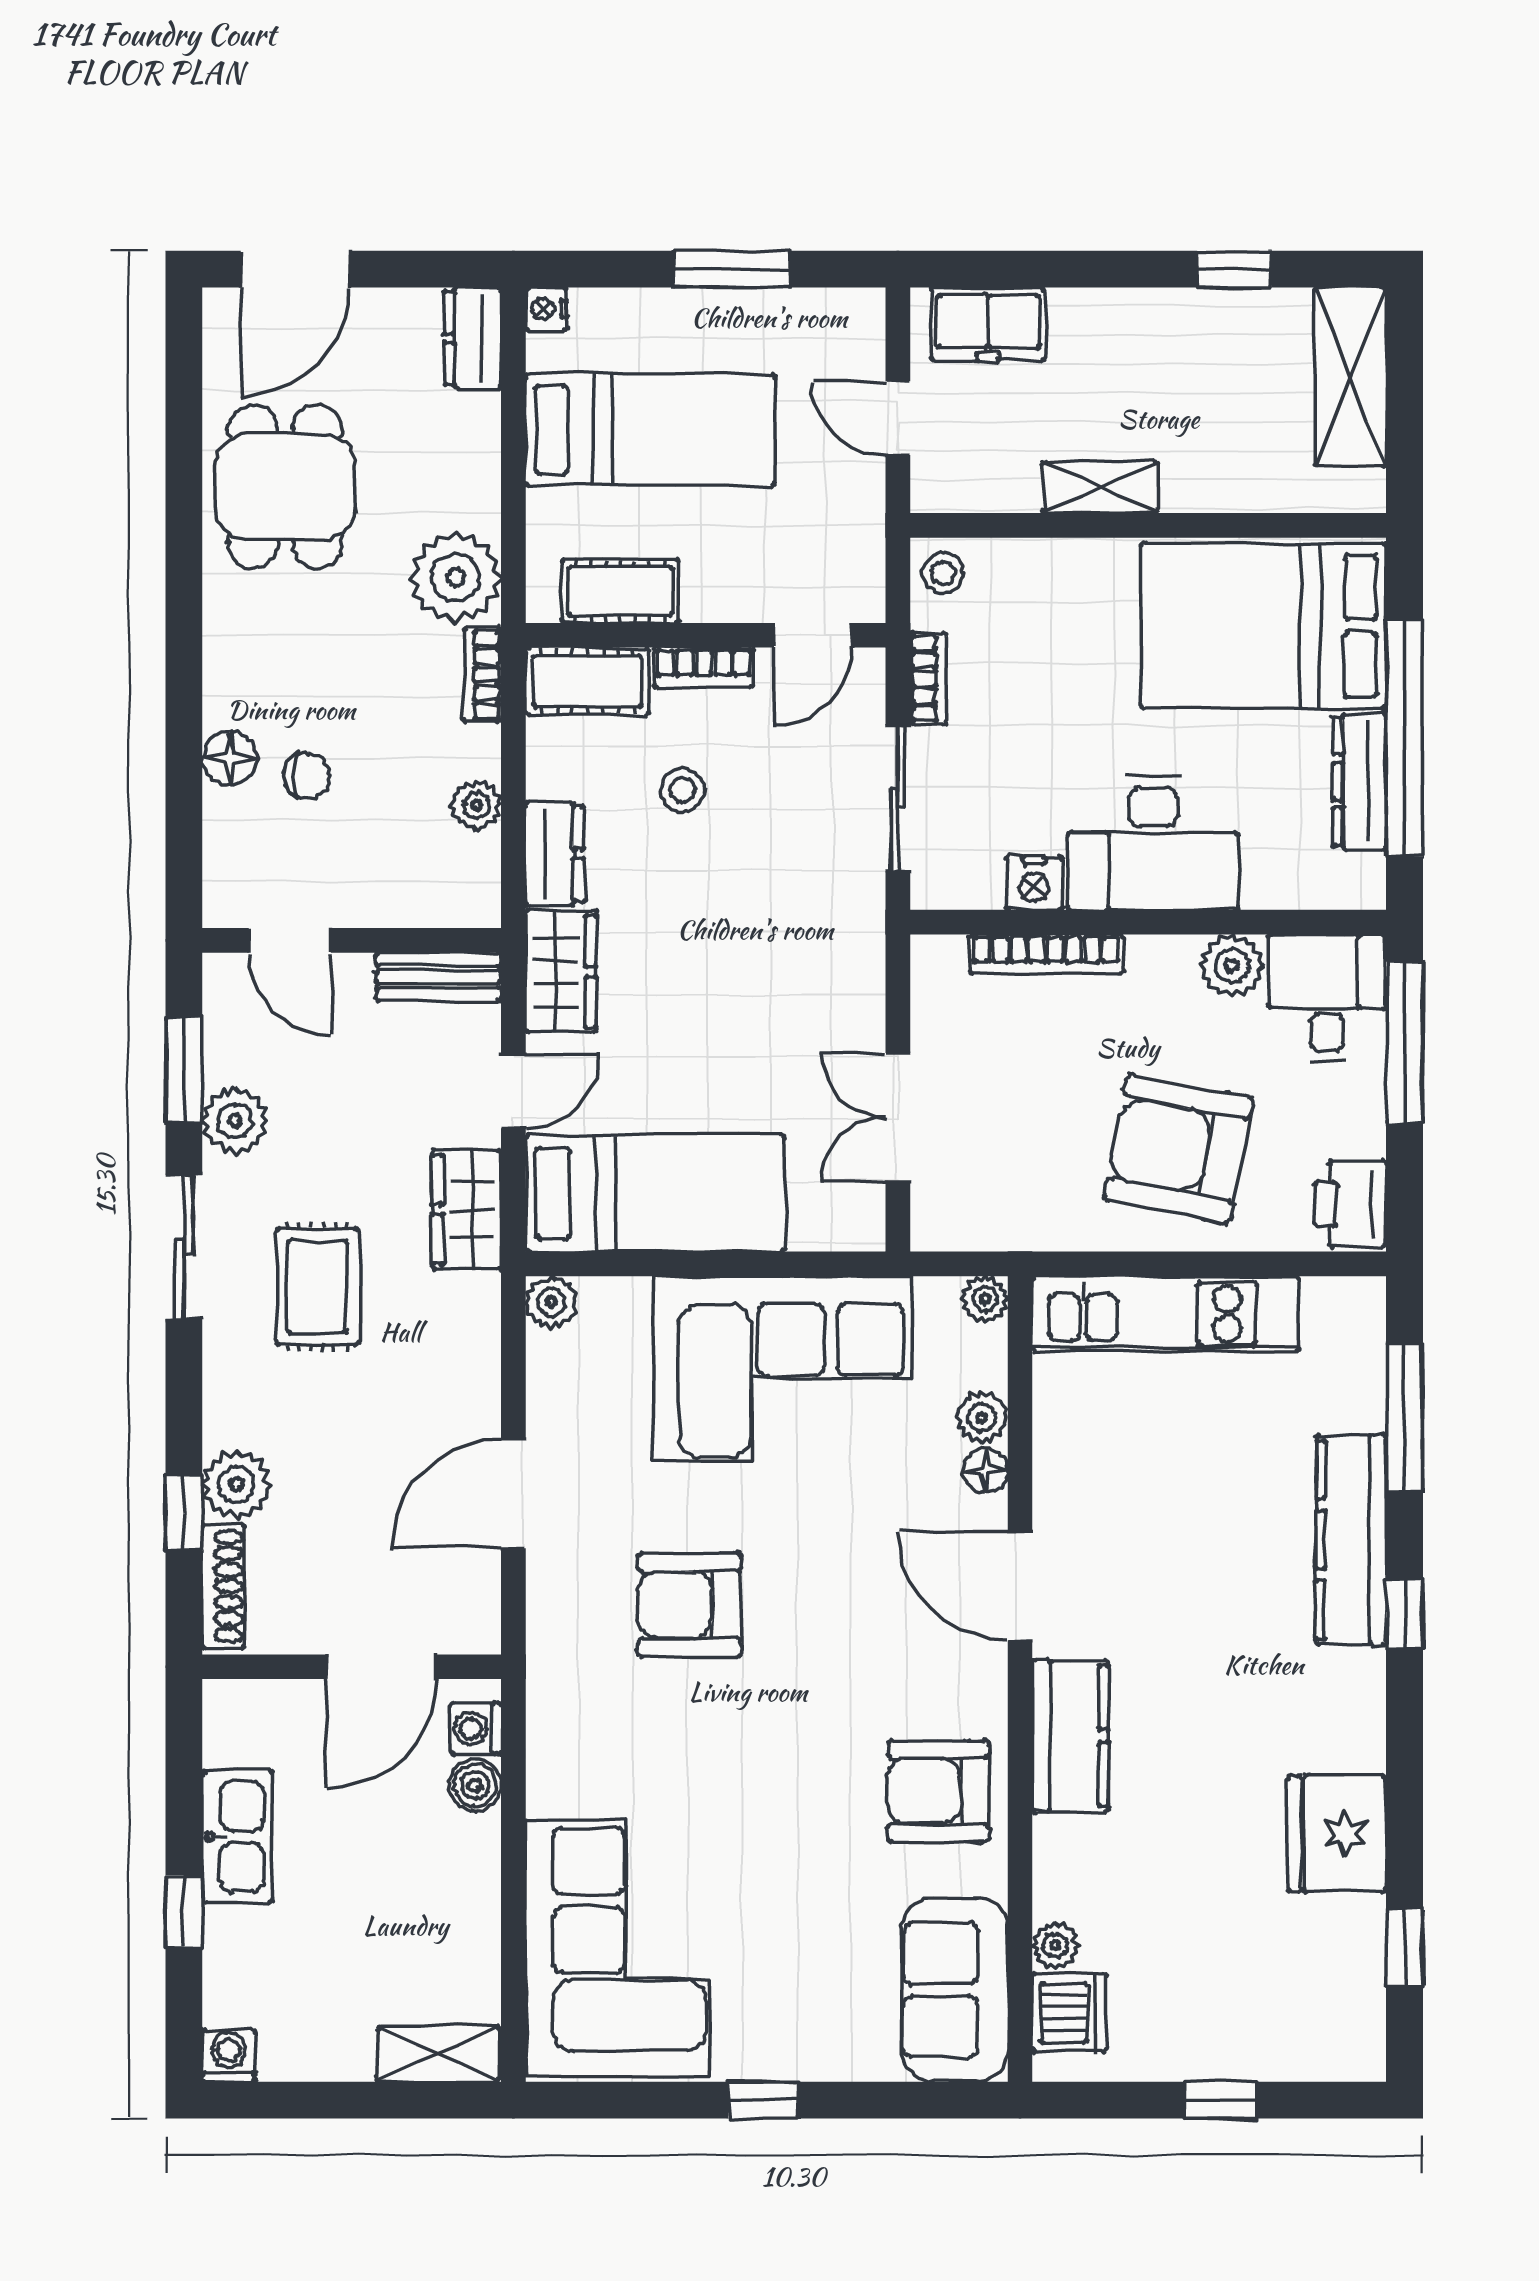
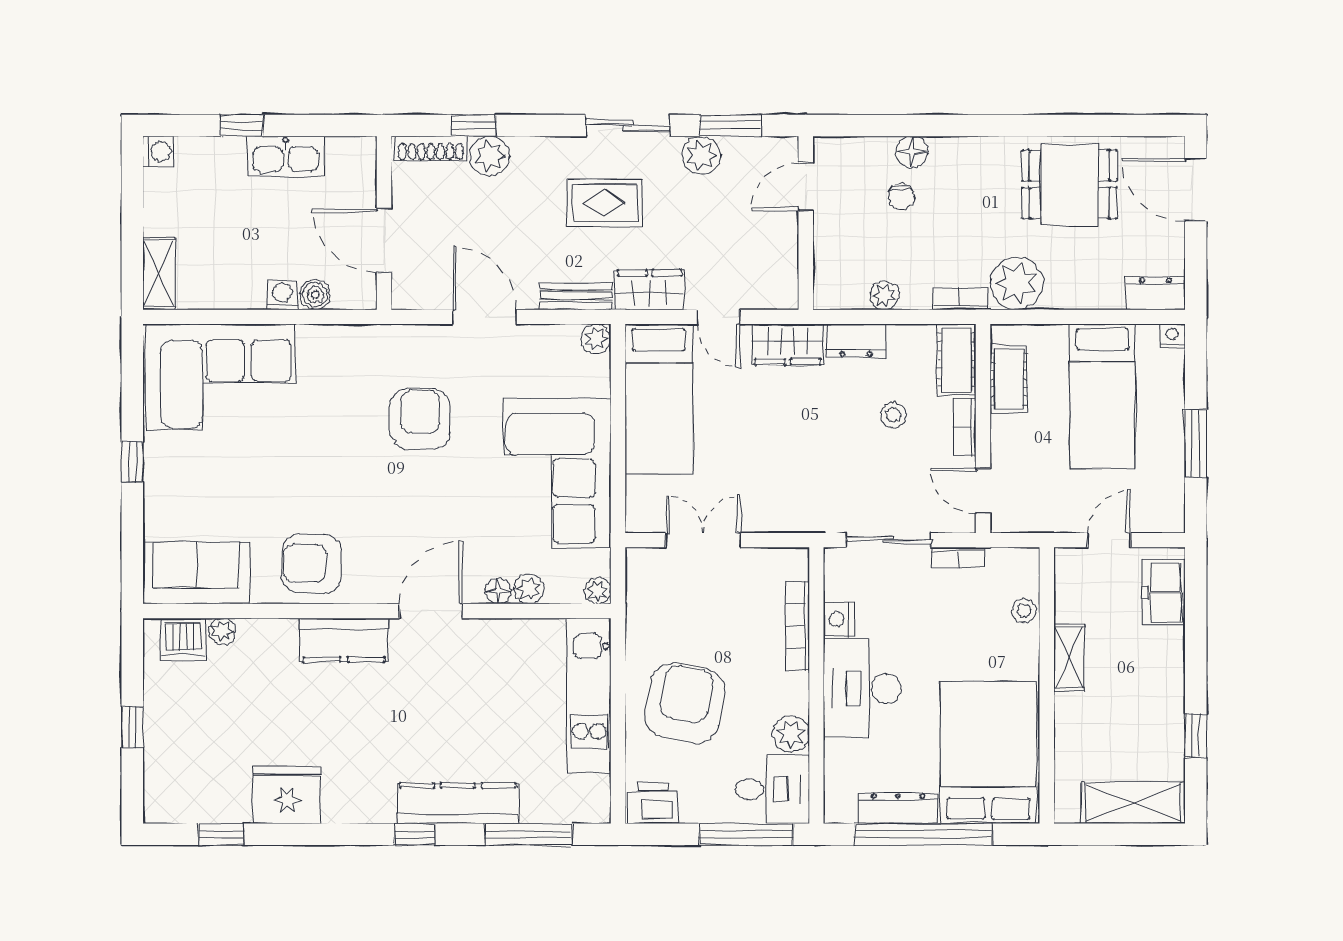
stool: (943, 573) -> (1024, 610), moved
bench: (439, 977) -> (576, 296), moved, turned 90
washing machine: (476, 1729) -> (282, 295), moved
armchair: (938, 1791) -> (312, 564), turned -89

